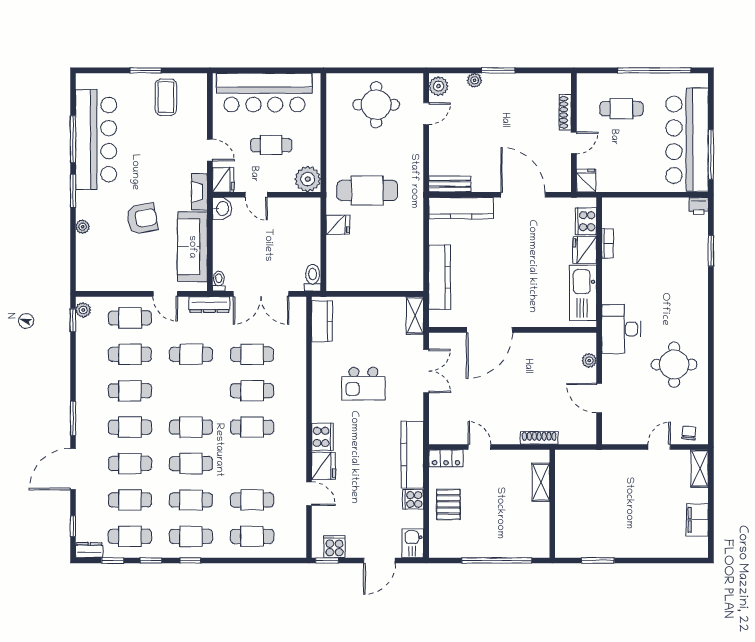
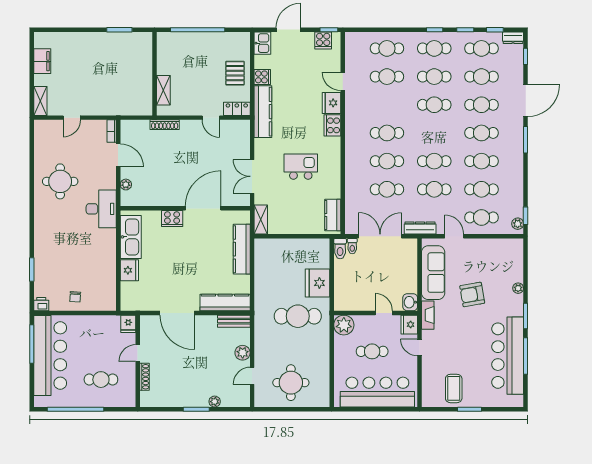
plant: (439, 86) -> (243, 353), moved
cooker: (586, 221) -> (172, 219), moved, turned 90
fridge: (338, 225) -> (318, 283), width x1.88, depth x1.34
bookcase: (608, 243) -> (112, 131), moved
toilet: (219, 281) -> (352, 246), moved
cafe table: (191, 427) -> (434, 161), moved
chair: (689, 433) -> (75, 297), moved

